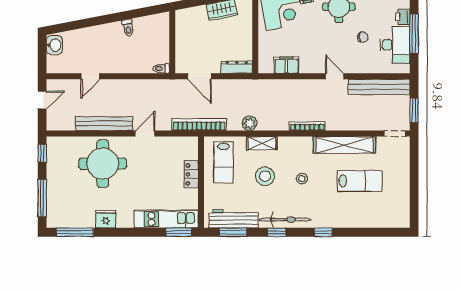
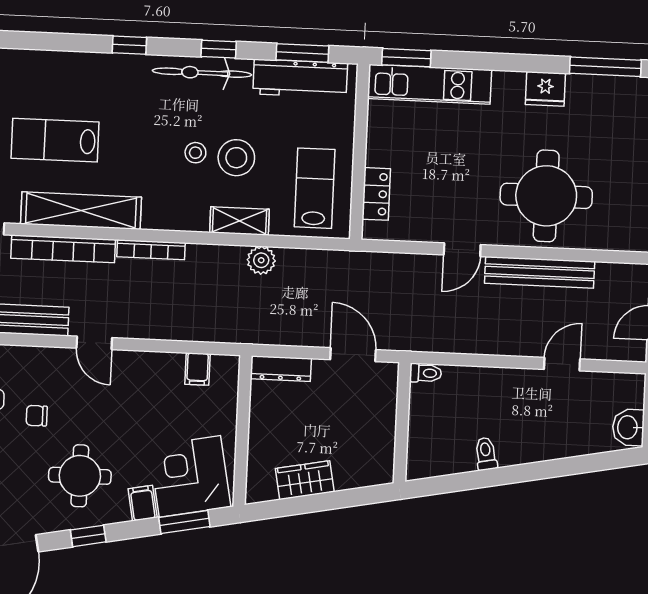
filing cabinet: (286, 65) -> (198, 369), width x0.50
bookcase: (199, 125) -> (63, 249), moved
locker: (191, 174) -> (376, 194), moved
stool: (302, 179) -> (195, 153), moved

